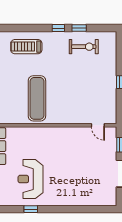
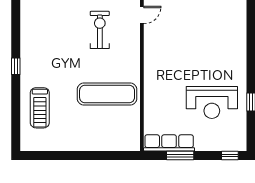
window: (79, 28) -> (16, 39), removed
exercise bike: (84, 47) -> (100, 30), moved

